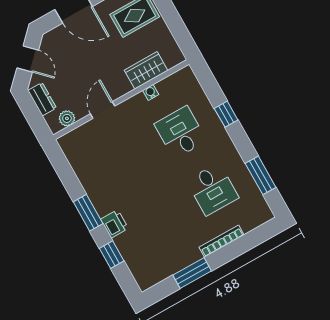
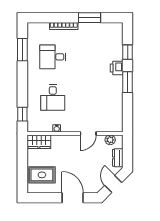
wardrobe: (146, 70) -> (39, 142), moved
window: (226, 114) -> (22, 114), moved
desk: (212, 189) -> (53, 57), turned -90

